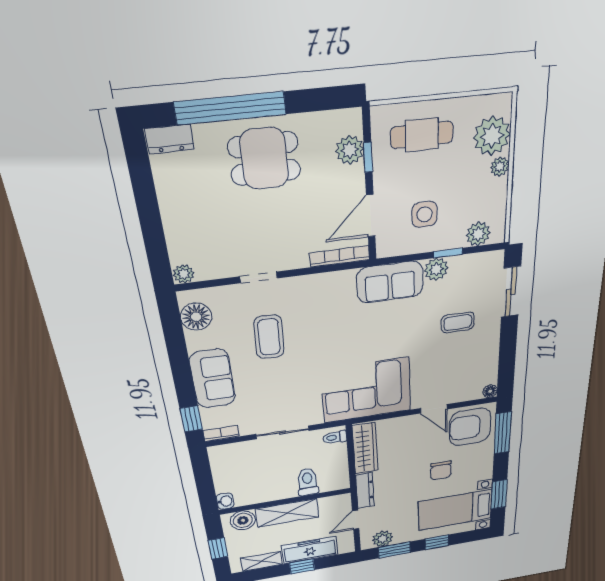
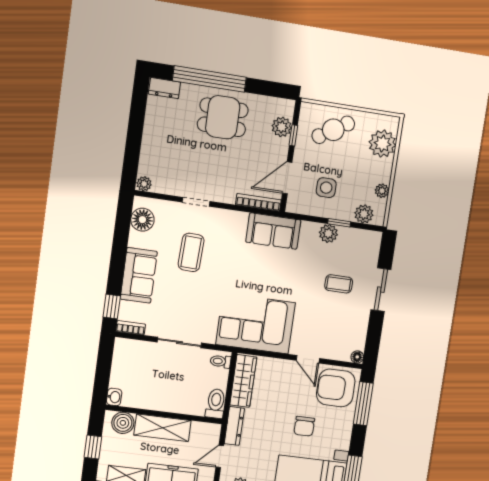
cafe table: (422, 135) -> (333, 130), turned -32
plant: (500, 167) -> (382, 191), moved
sofa: (390, 282) -> (273, 231), moved
sliding door: (511, 292) -> (381, 290), moved
toilet: (308, 482) -> (216, 403), moved

